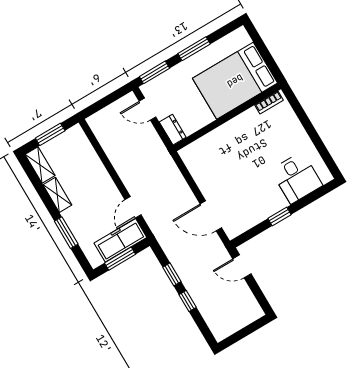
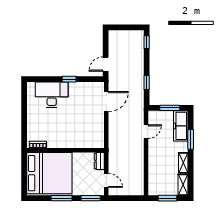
bed: (235, 81) -> (49, 173), width x1.36
desk: (297, 178) -> (52, 95), width x1.37
door: (211, 216) -> (106, 102), hinge flipped
freezer: (120, 240) -> (181, 126), moved, turned 90
door: (242, 266) -> (106, 64), swing flipped
window: (188, 301) -> (147, 42), moved

